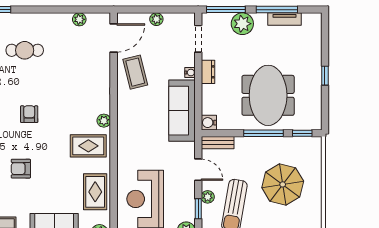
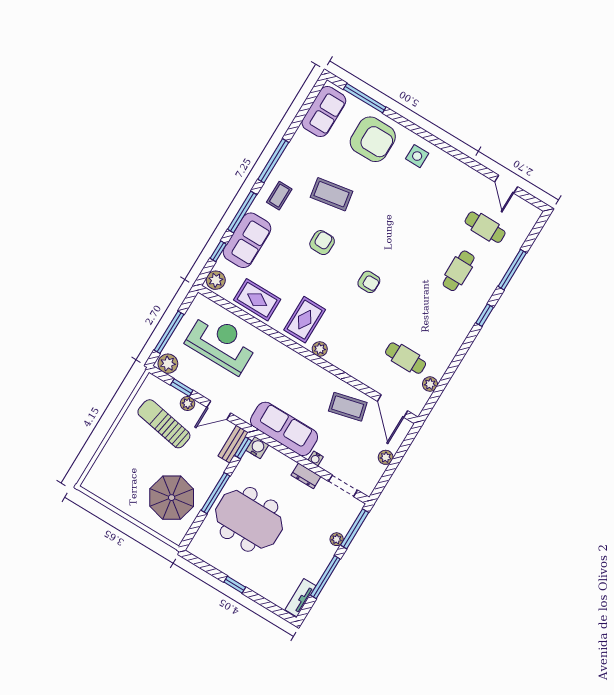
tv unit: (285, 19) -> (300, 598), moved
plant: (242, 24) -> (337, 539), width x0.53, depth x0.53
cafe table: (25, 50) -> (406, 358), moved, turned 90
window: (302, 133) -> (243, 448), moved
parasol: (283, 184) -> (172, 498), moved

